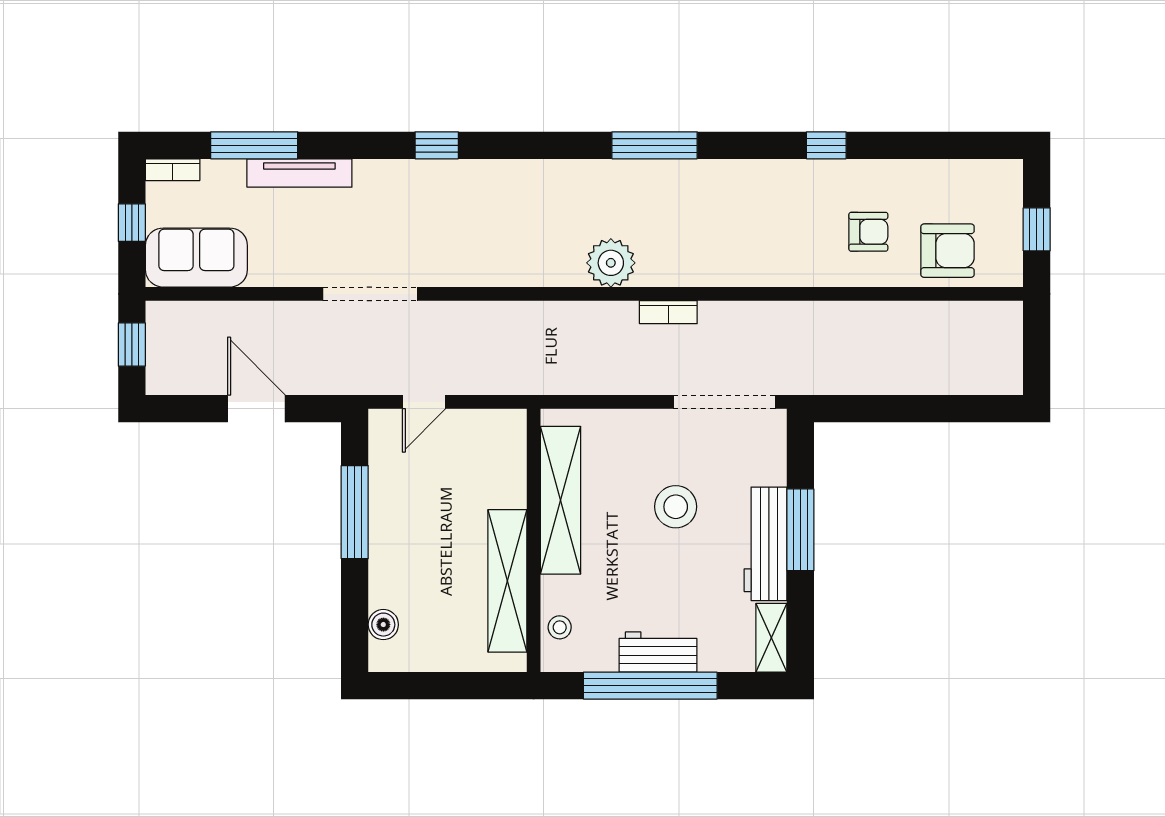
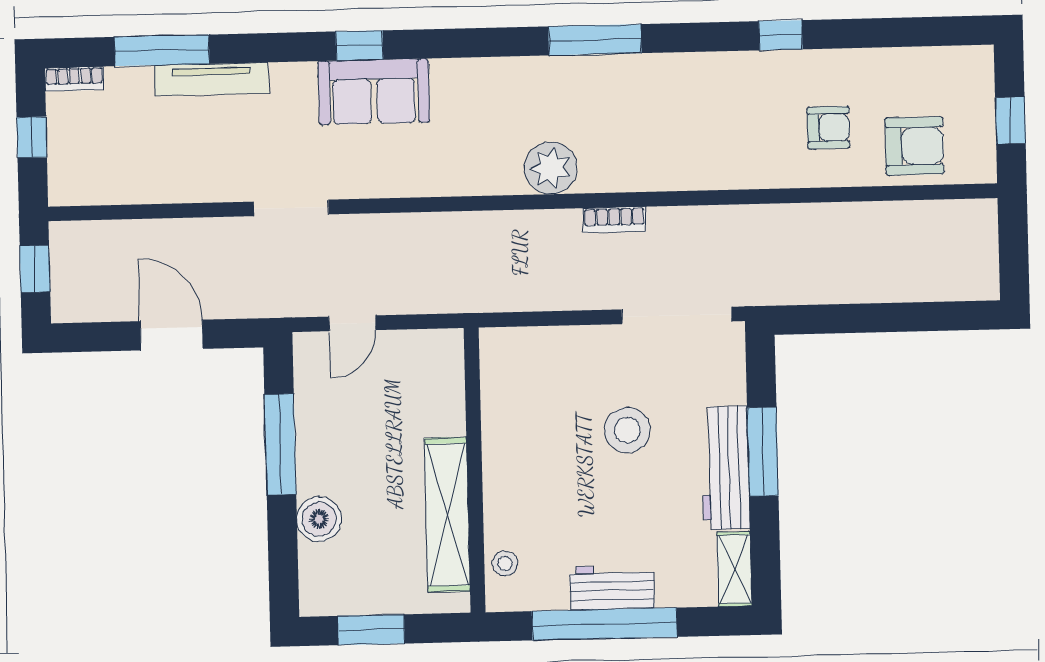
sofa: (196, 258) -> (374, 92), moved, turned 180
doorway: (370, 294) -> (291, 208), width x0.73
shelving: (561, 500) -> (503, 426), removed
boiler: (383, 625) -> (319, 519), moved, width x1.36, depth x1.36
window: (435, 686) -> (371, 630), added

